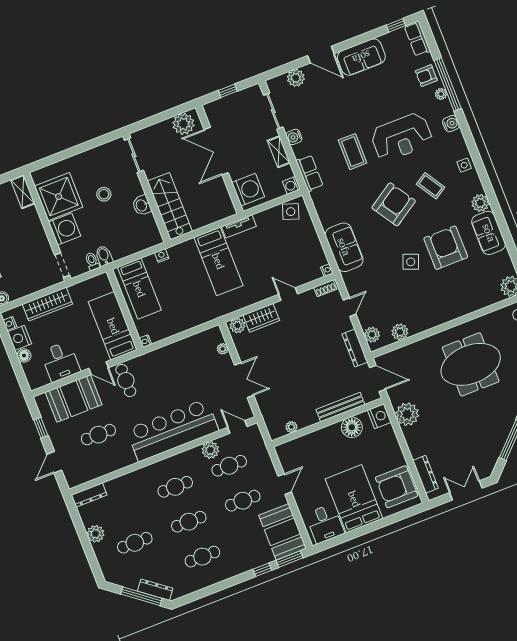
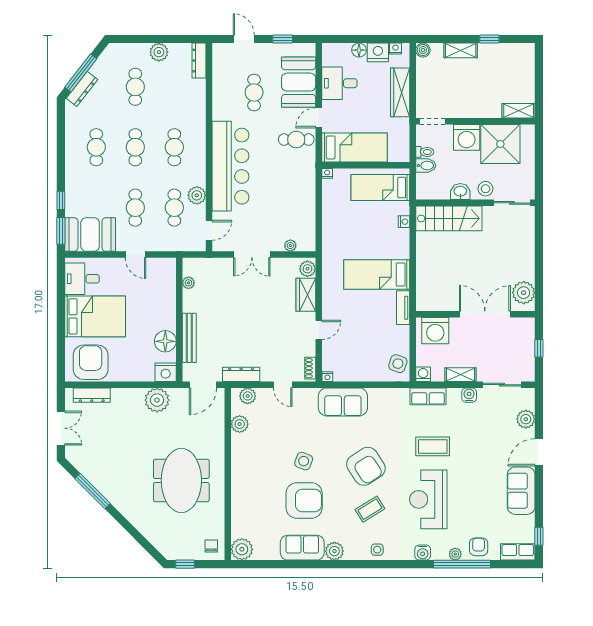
sliding door: (134, 155) -> (512, 203), moved
wall: (147, 188) -> (475, 203), moved
washbasin: (142, 205) -> (460, 192), moved
stairs: (170, 206) -> (449, 218), moved

